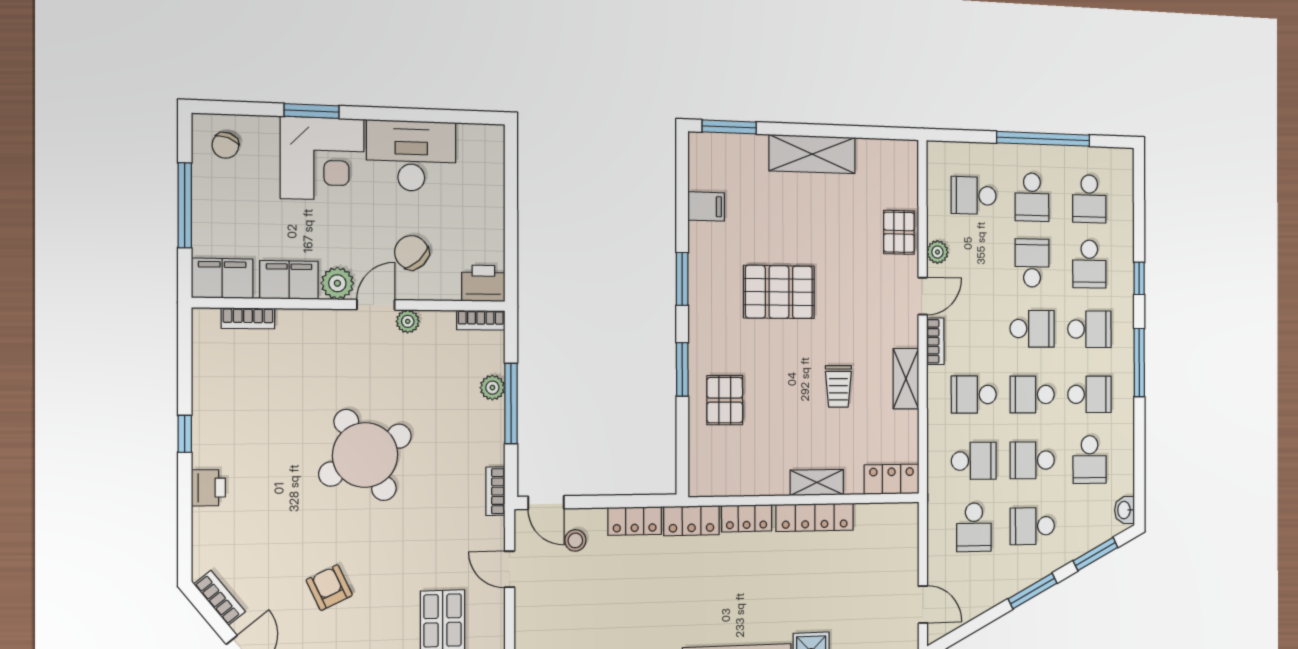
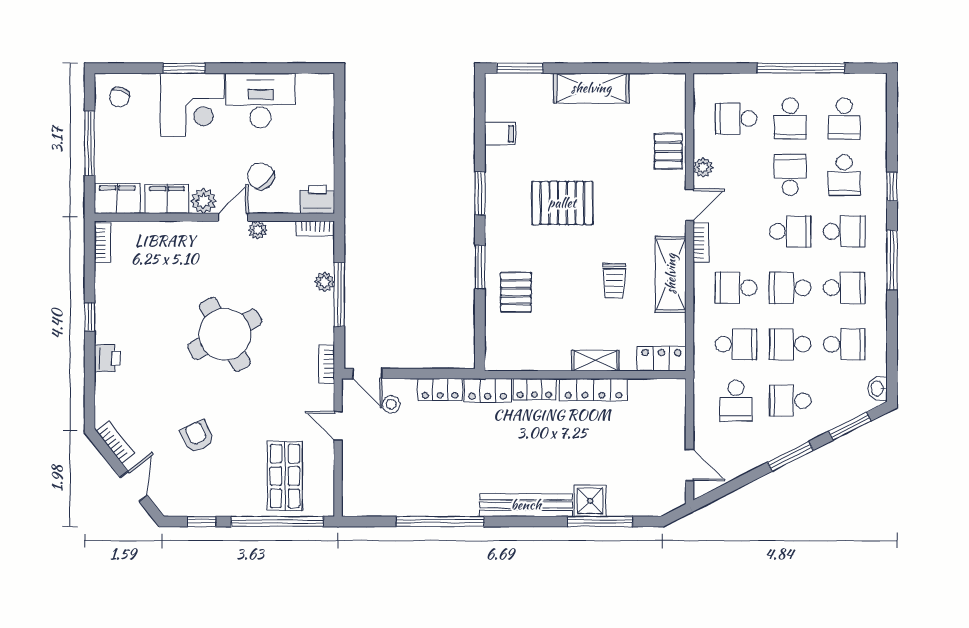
bookcase: (248, 318) -> (102, 243), moved, turned -90
shelving: (906, 379) -> (671, 274), width x1.50, depth x1.33
school desk: (1090, 460) -> (844, 344), turned -90

